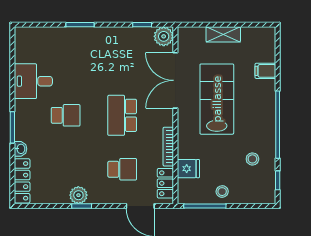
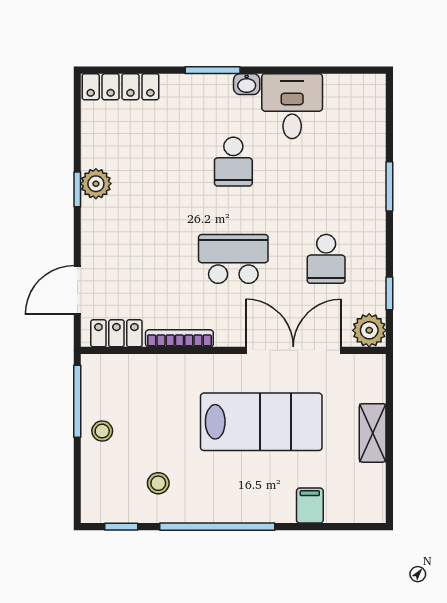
washbasin: (21, 149) -> (247, 84), moved
school desk: (122, 169) -> (326, 259), moved
fridge: (188, 169) -> (142, 373), removed

